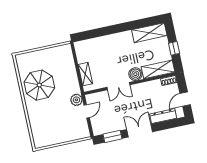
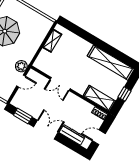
shelving: (149, 33) -> (111, 63), width x1.47
shelving: (85, 74) -> (52, 41), moved
boiler: (135, 74) -> (80, 87), removed

